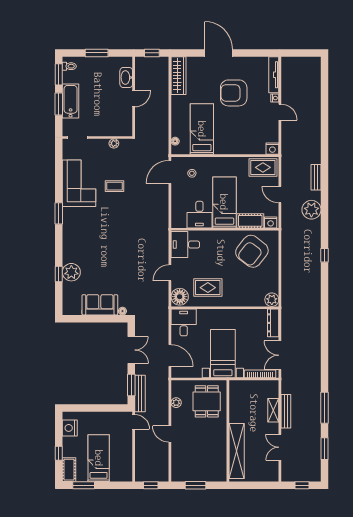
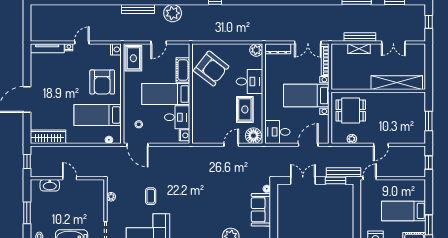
armchair: (234, 93) -> (102, 82), moved
bench: (316, 177) -> (138, 9), width x1.36
nightstand: (271, 222) -> (184, 135), moved
desk: (185, 245) -> (249, 81), moved, turned -90
door: (170, 273) -> (231, 145), swing flipped

